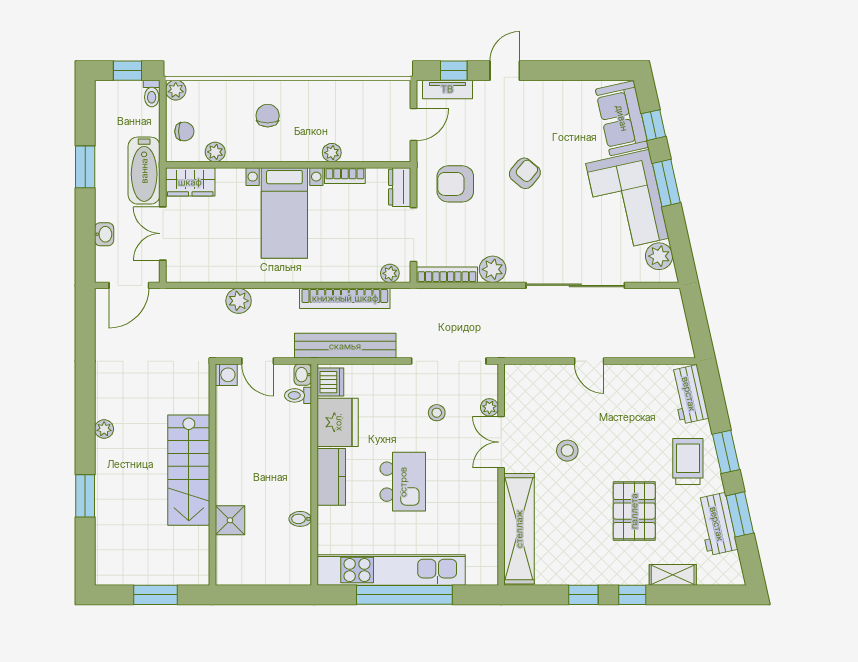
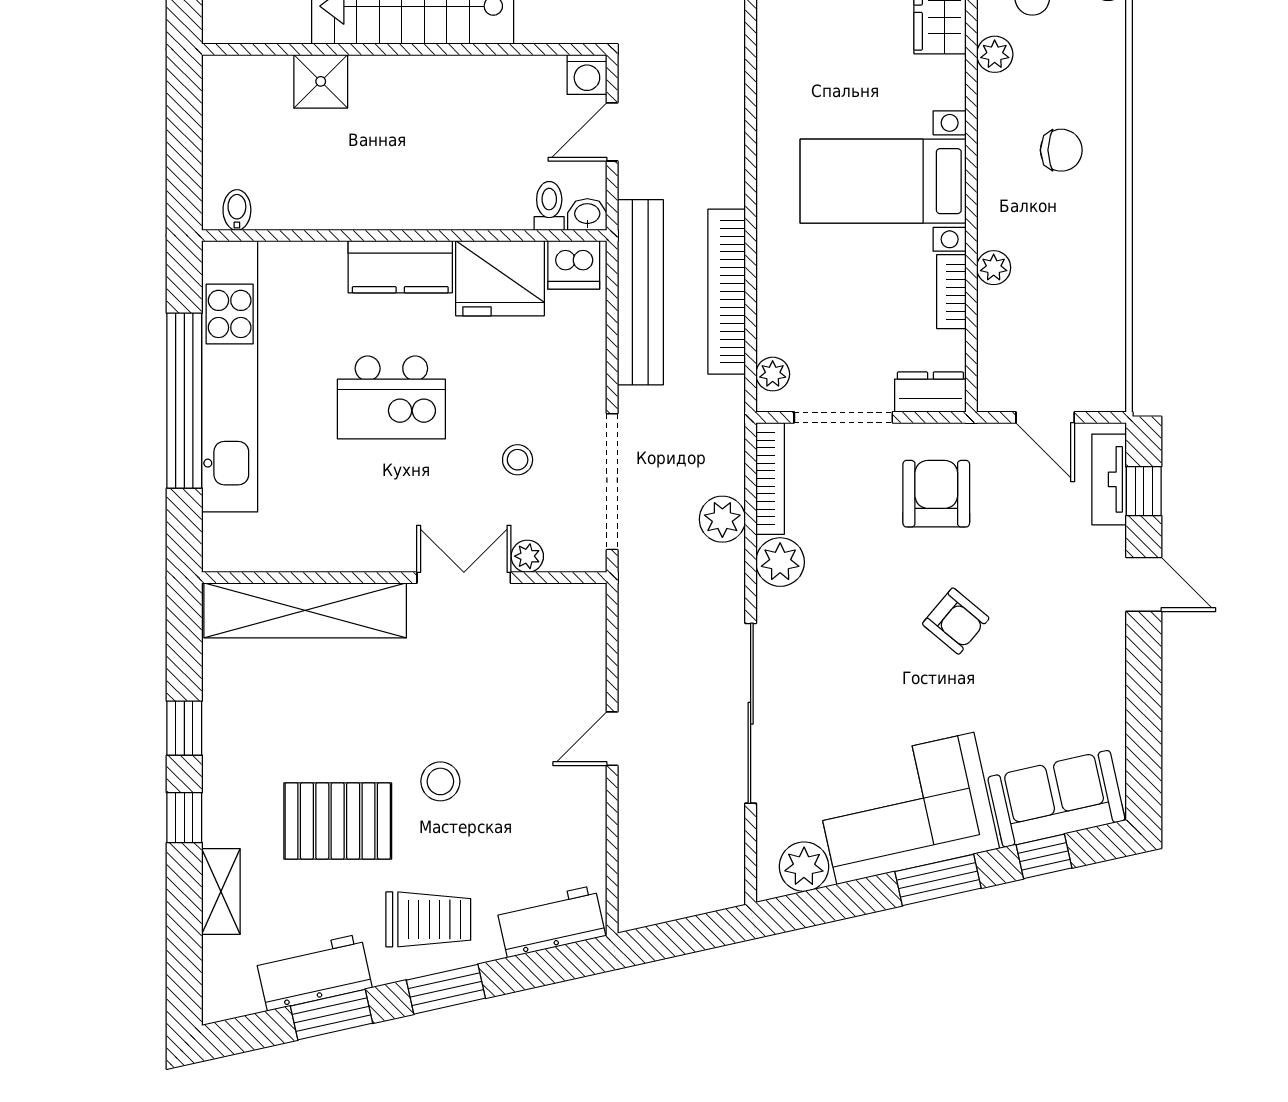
plant: (239, 301) -> (722, 519), moved
stool: (567, 451) -> (440, 781), moved
bidet: (300, 519) -> (237, 210), moved

